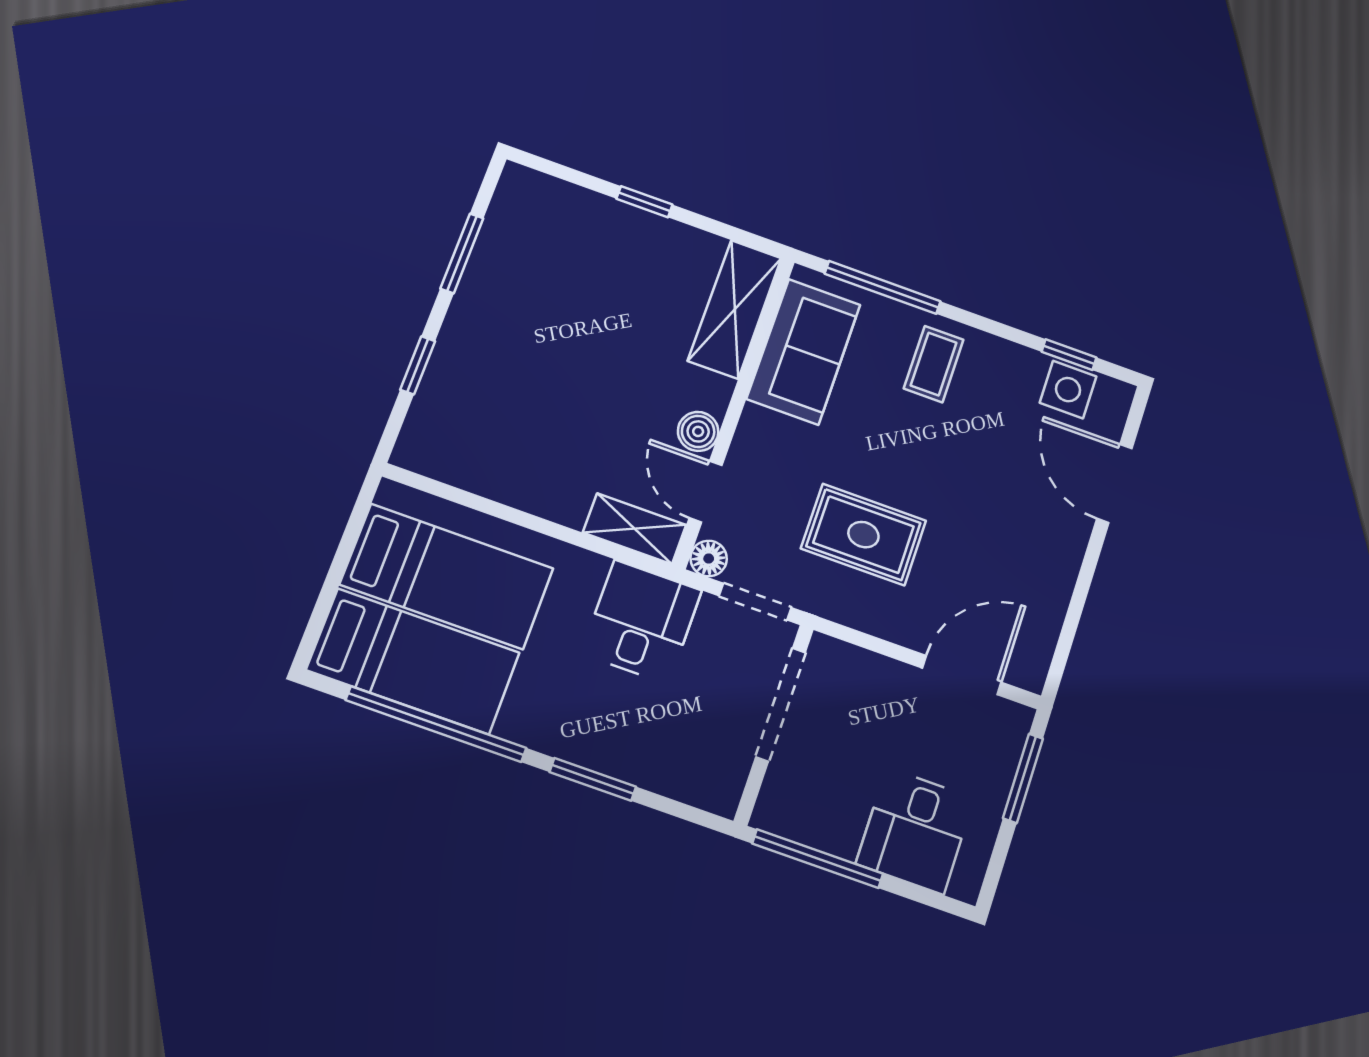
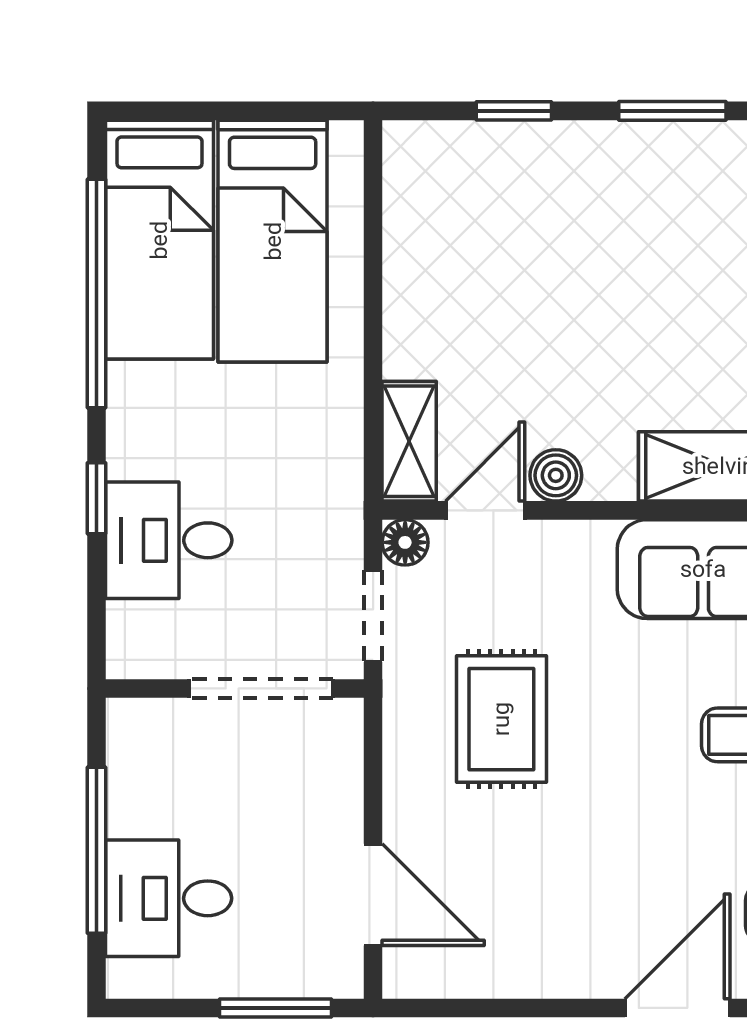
desk: (642, 622) -> (169, 540), moved, turned 180
window: (593, 779) -> (97, 498), width x0.67
window: (818, 859) -> (97, 850), moved

